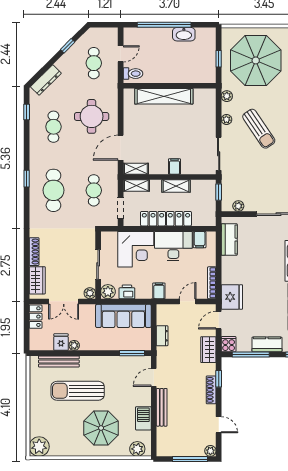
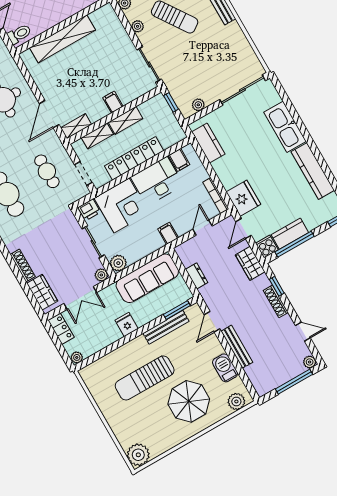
shelving: (136, 186) -> (97, 136), moved
printer: (127, 292) -> (89, 210), moved, turned 180
fridge: (61, 342) -> (127, 324), moved
kitchen counter: (267, 344) -> (290, 234), moved
plant: (74, 345) -> (77, 357), moved
bench: (59, 361) -> (166, 327), moved

